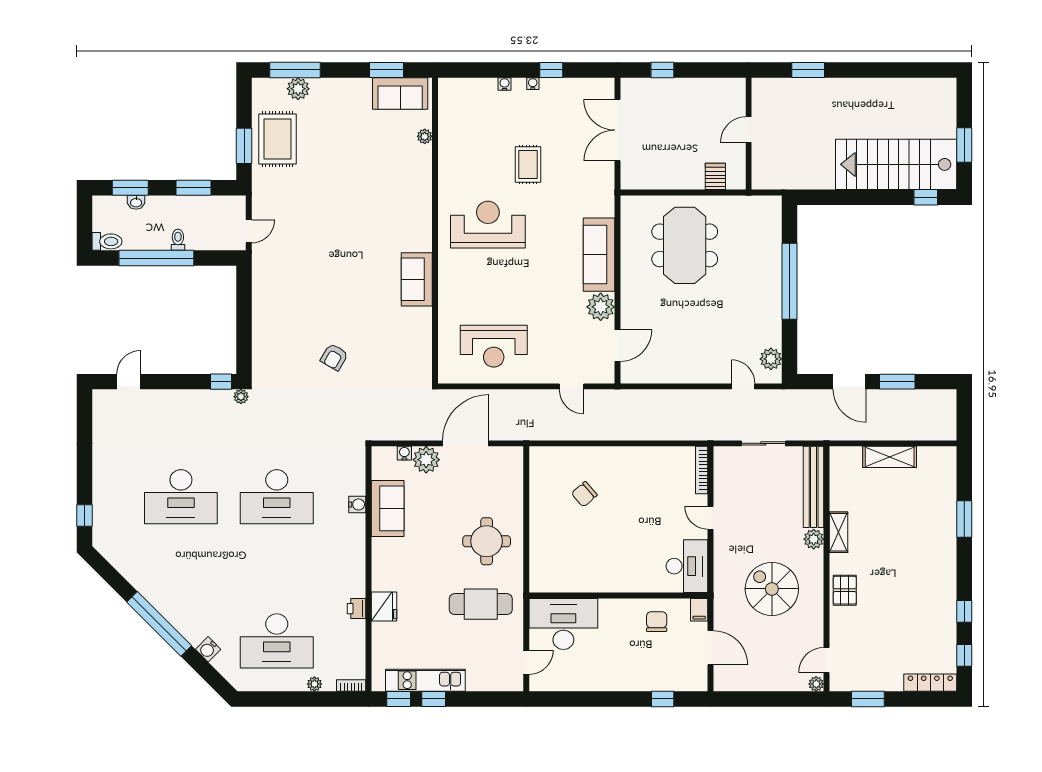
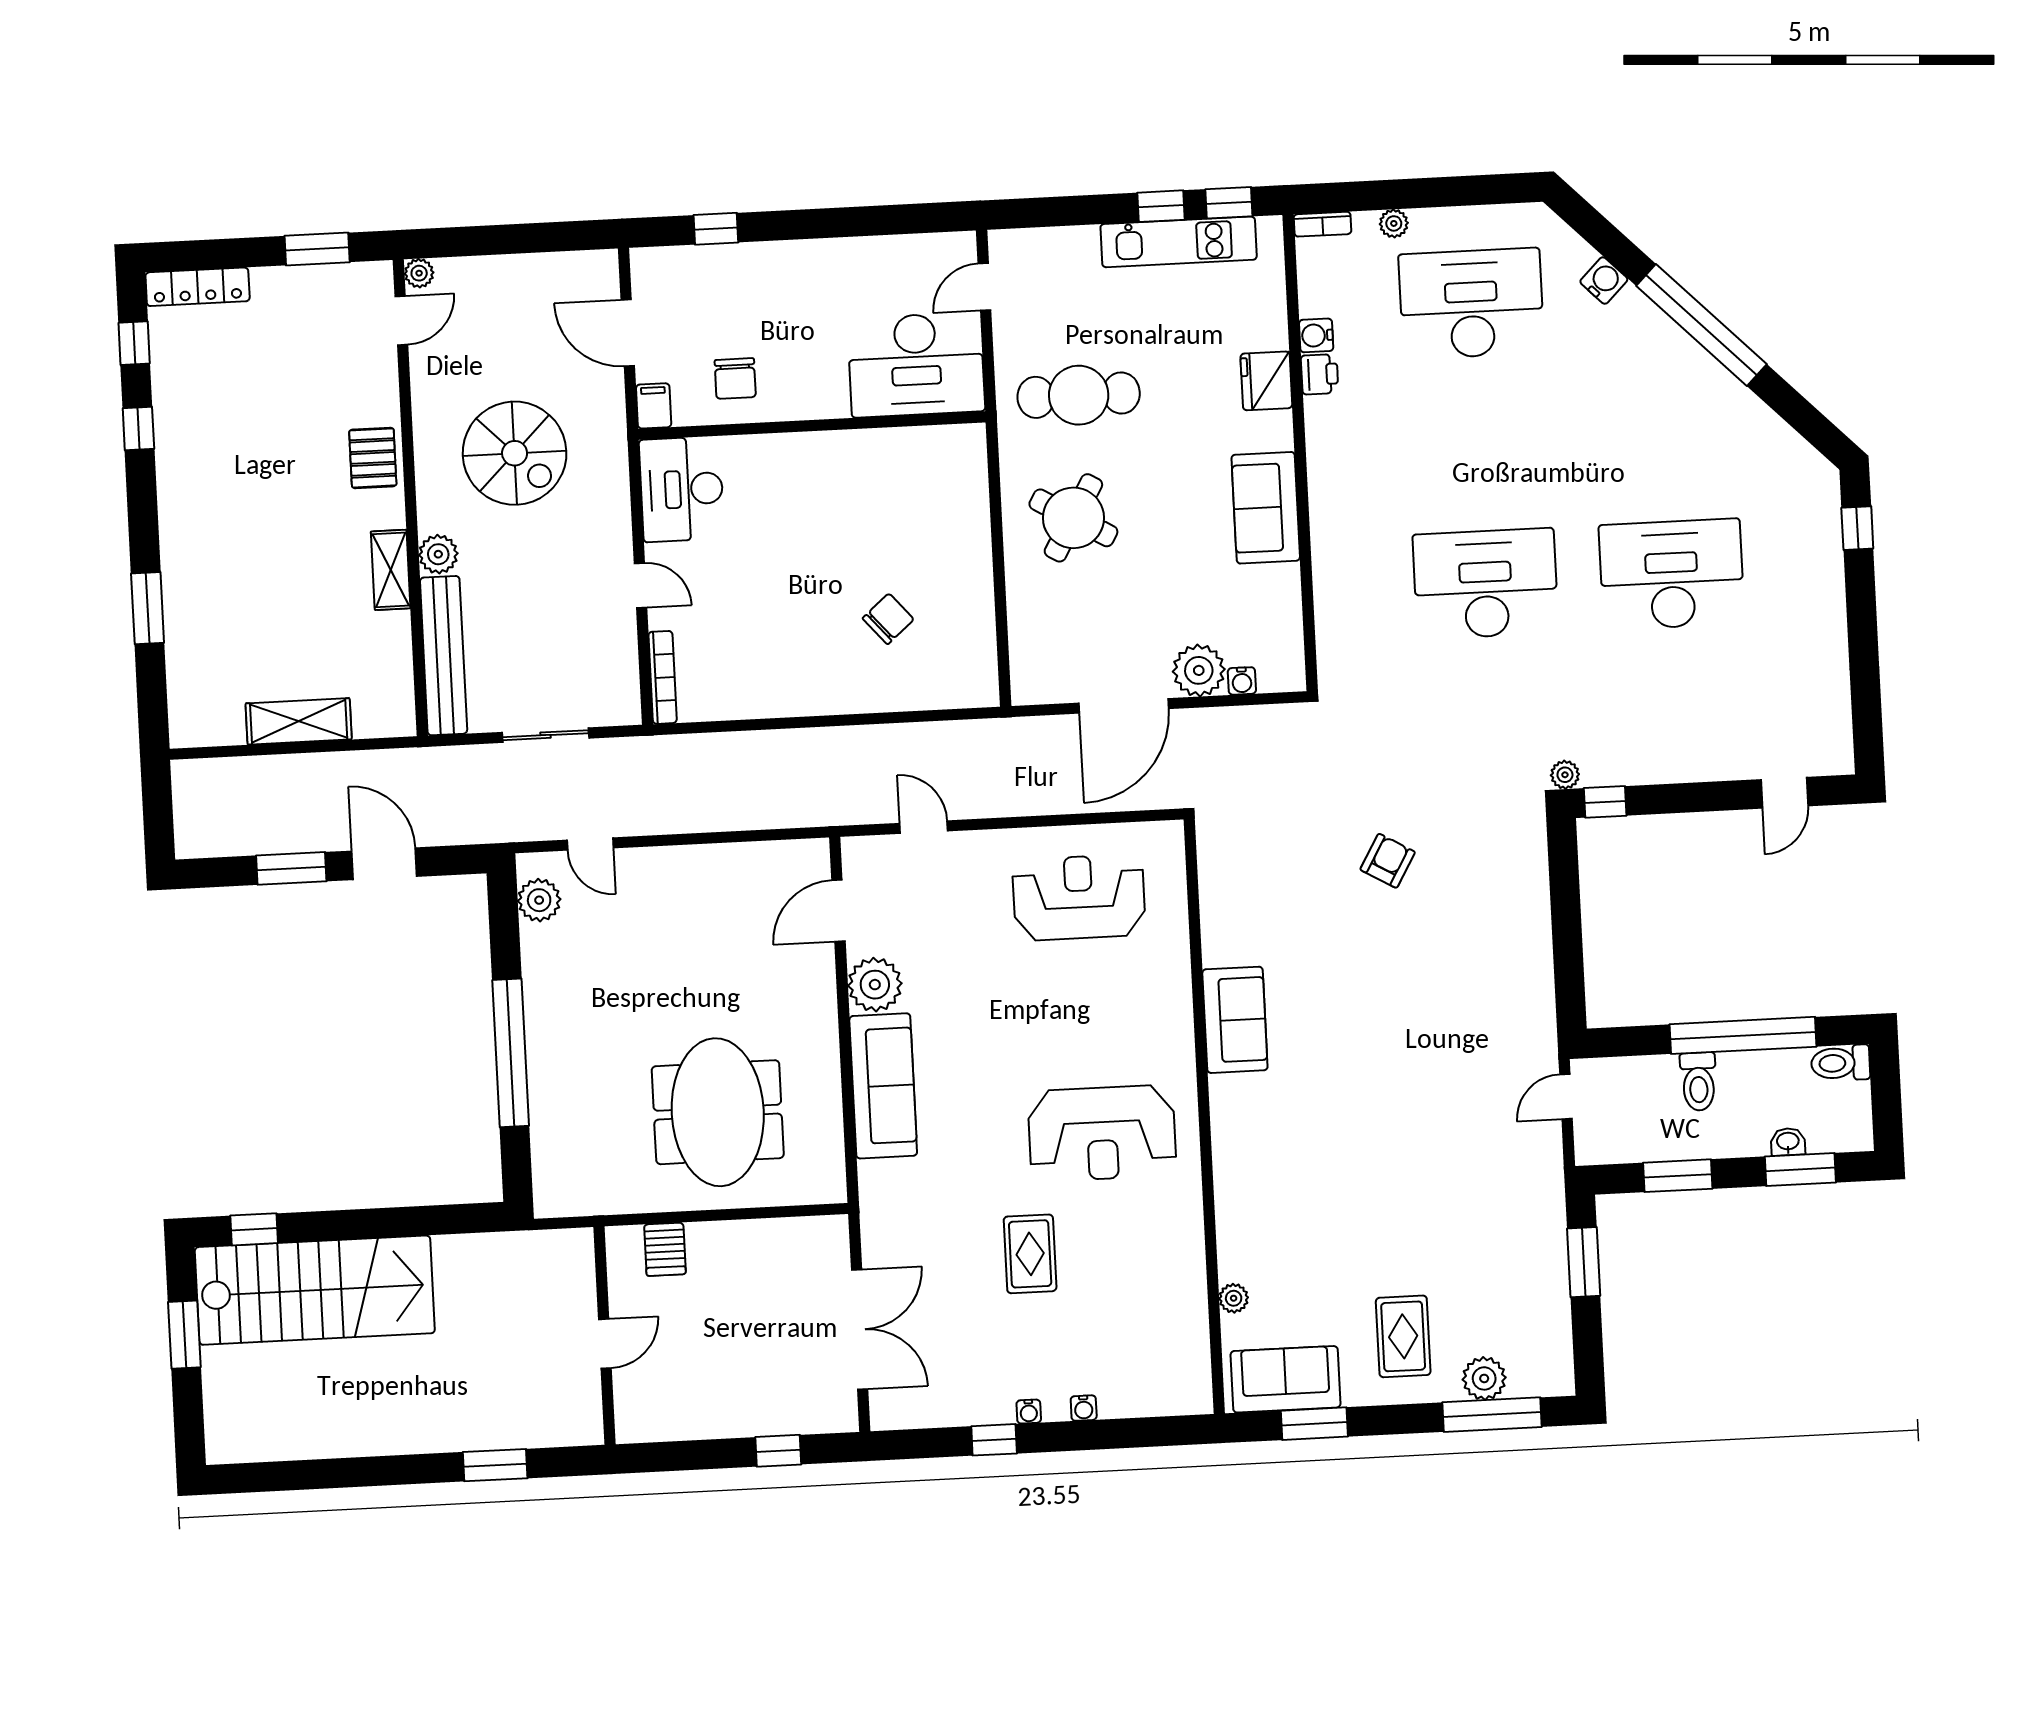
rug: (278, 139) -> (1403, 1336), moved, width x0.73, depth x0.70
toilet: (178, 240) -> (1698, 1082), width x1.37, depth x1.39
water cooler: (357, 504) -> (1316, 335), moved
sofa: (388, 508) -> (1266, 508), moved
round table: (487, 541) -> (1073, 518), turned 30

